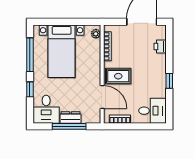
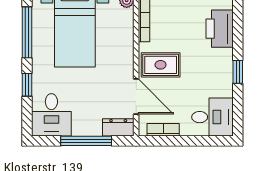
printer: (160, 47) -> (220, 29), width x1.87, depth x1.48
dresser: (70, 117) -> (118, 127), moved

